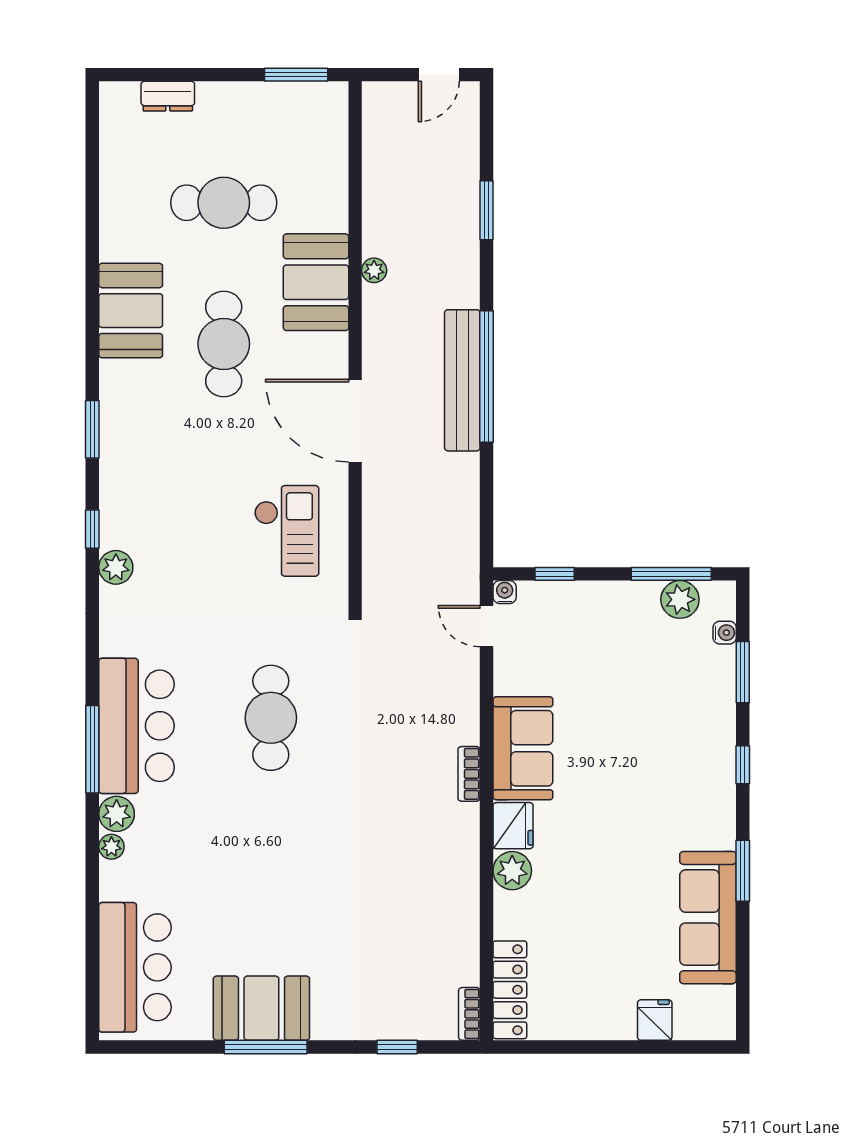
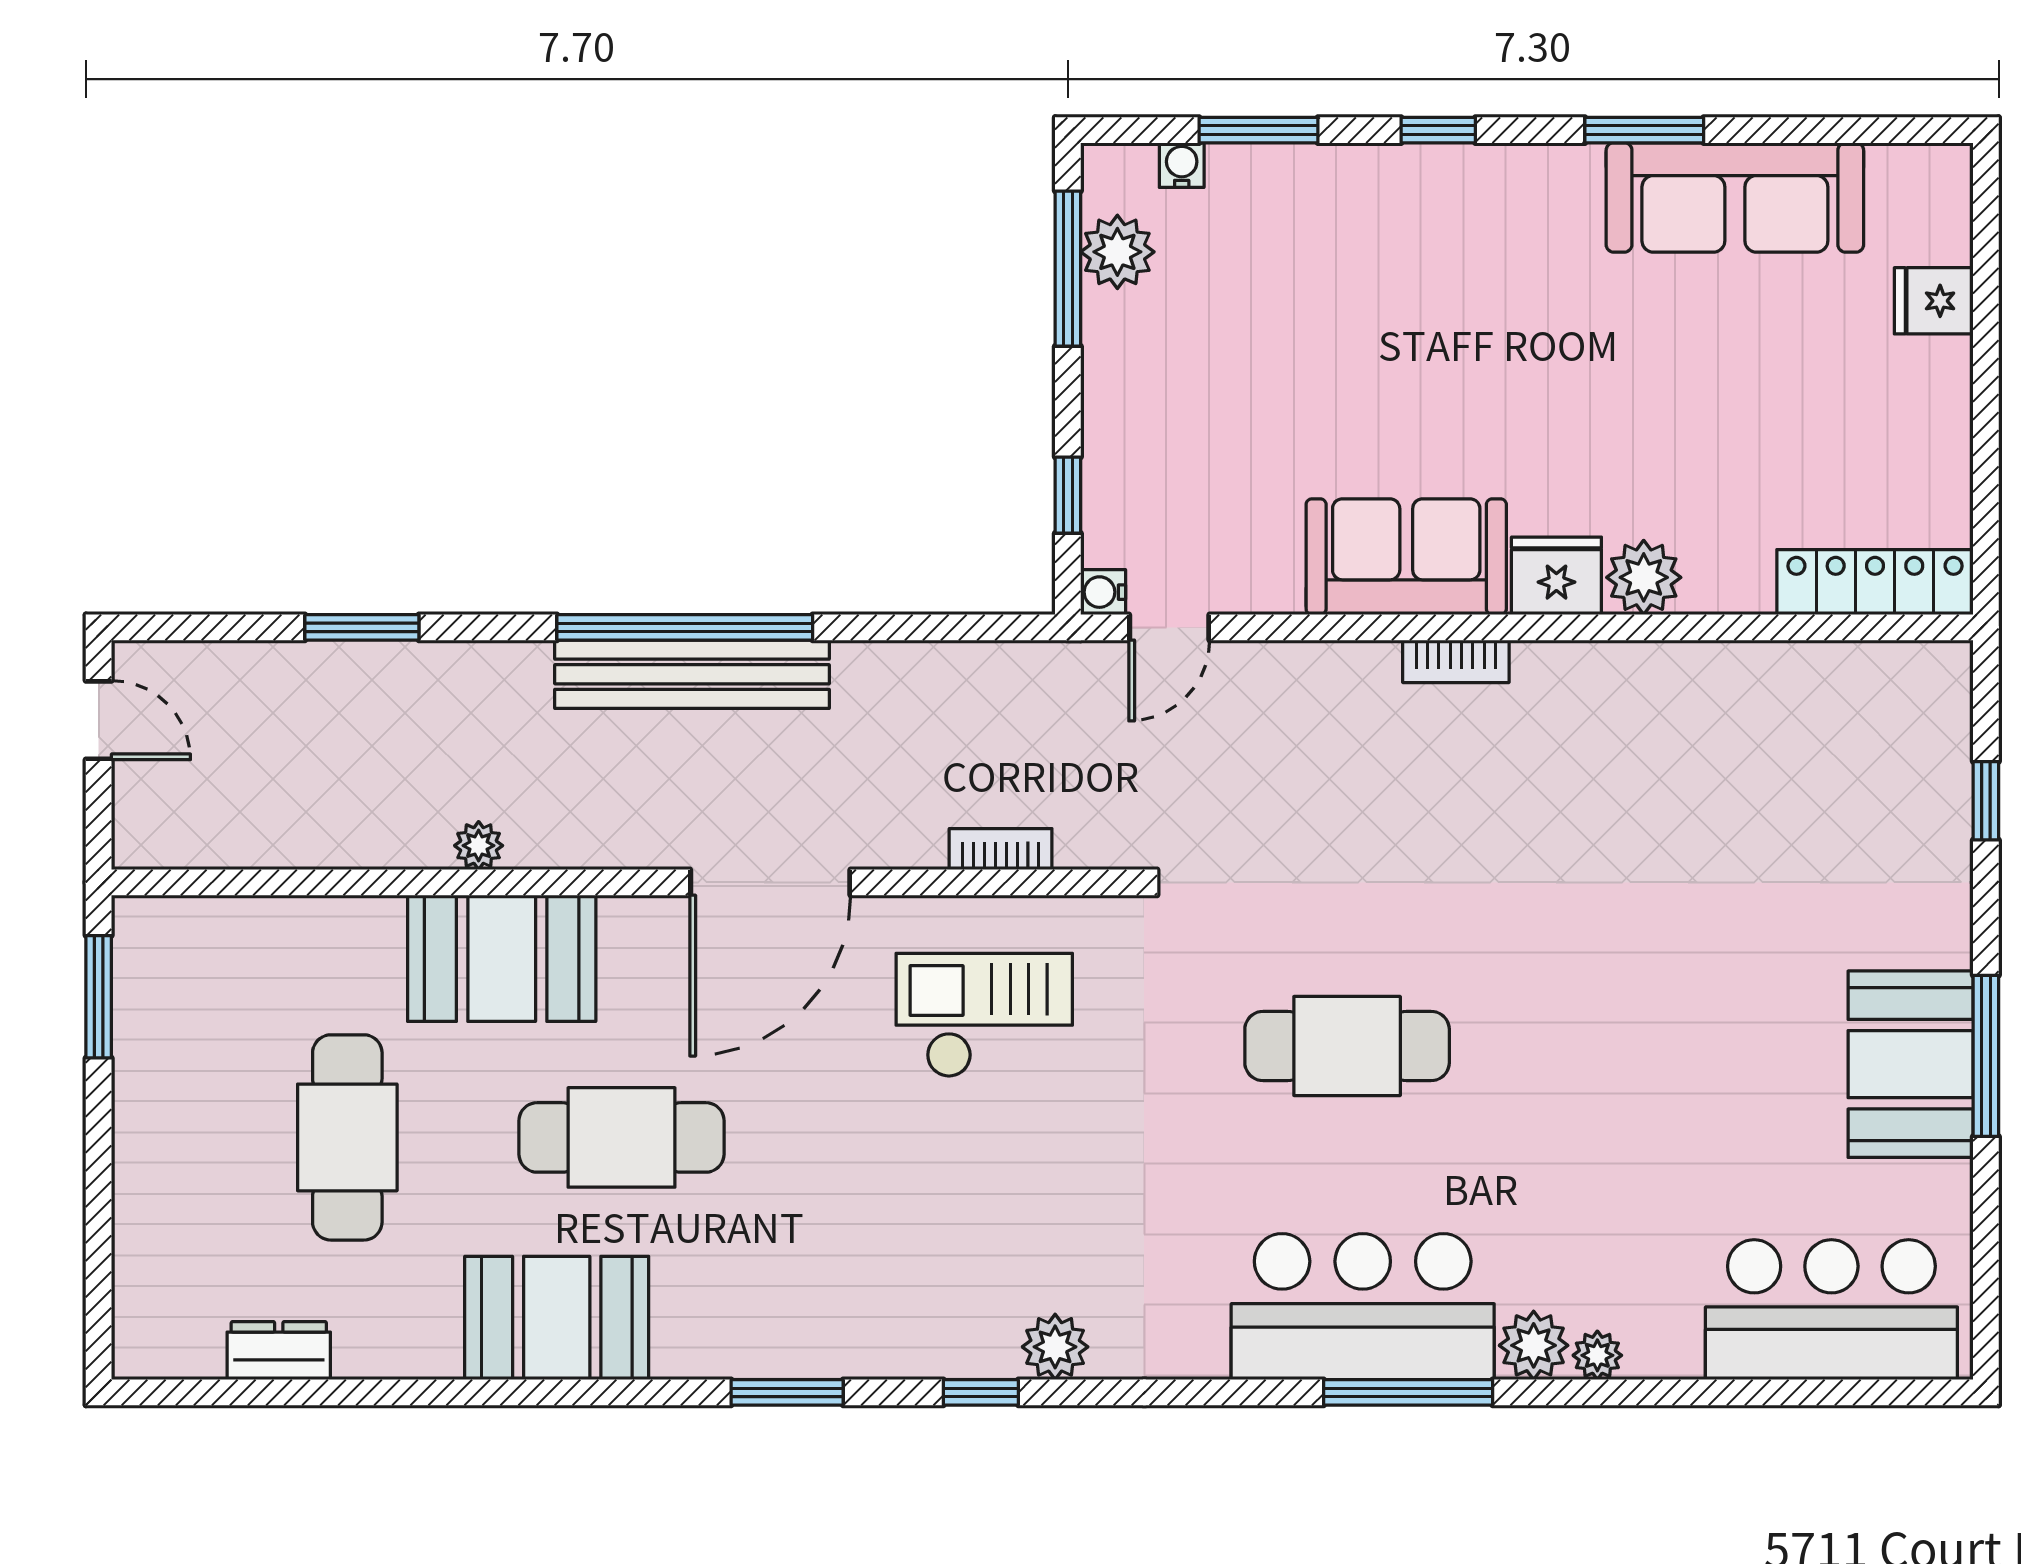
dresser: (168, 96) -> (279, 1351), moved, turned -90
bookcase: (469, 1014) -> (1001, 849), moved, turned 180

